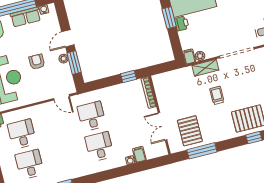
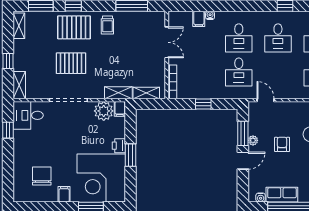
plant: (200, 56) -> (104, 111), width x1.88, depth x1.88
armchair: (37, 62) -> (282, 144), turned 180
shelving: (205, 68) -> (118, 93), moved
window: (129, 77) -> (203, 104), moved
shelving: (169, 77) -> (146, 93), added
trolley: (217, 95) -> (107, 25), moved
pallet: (190, 131) -> (71, 63), moved, turned 90
desk: (65, 156) -> (278, 38), added

